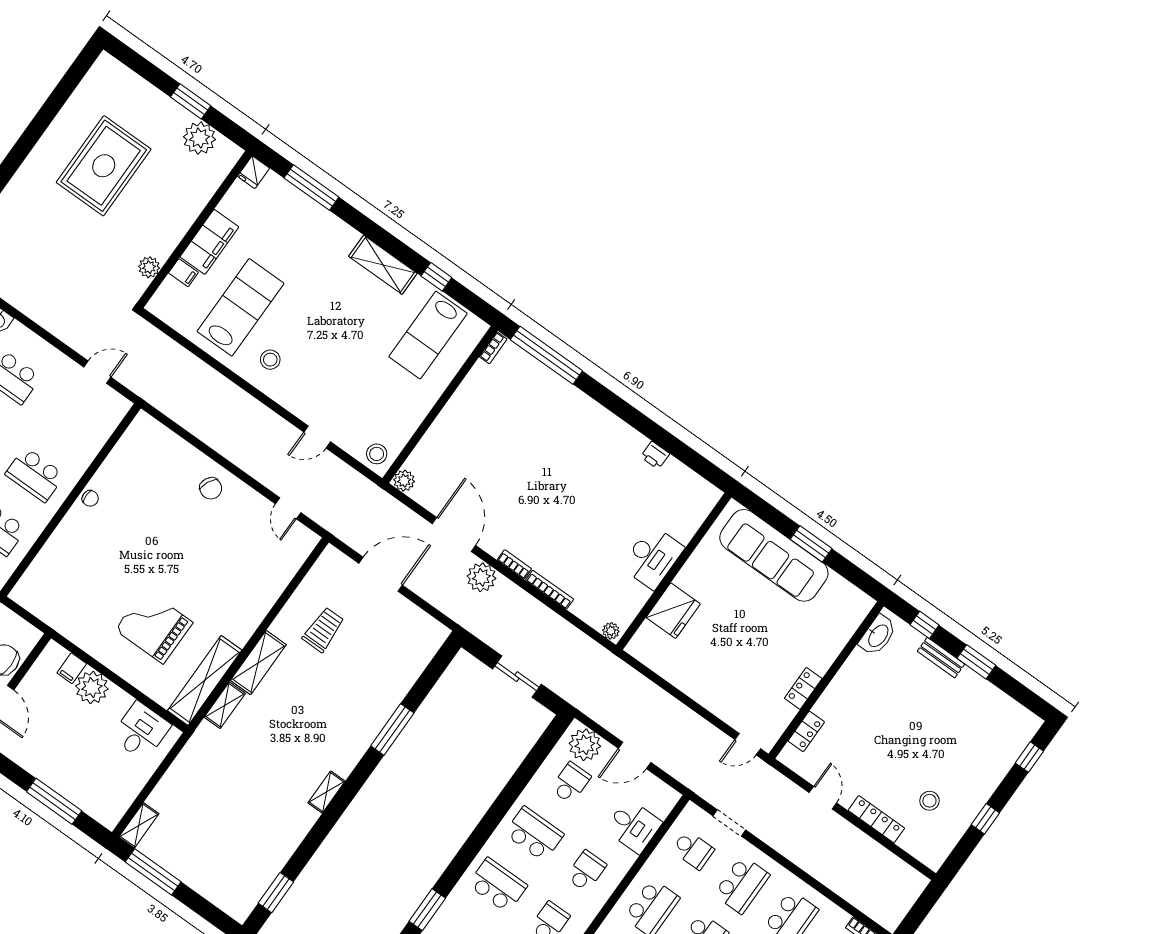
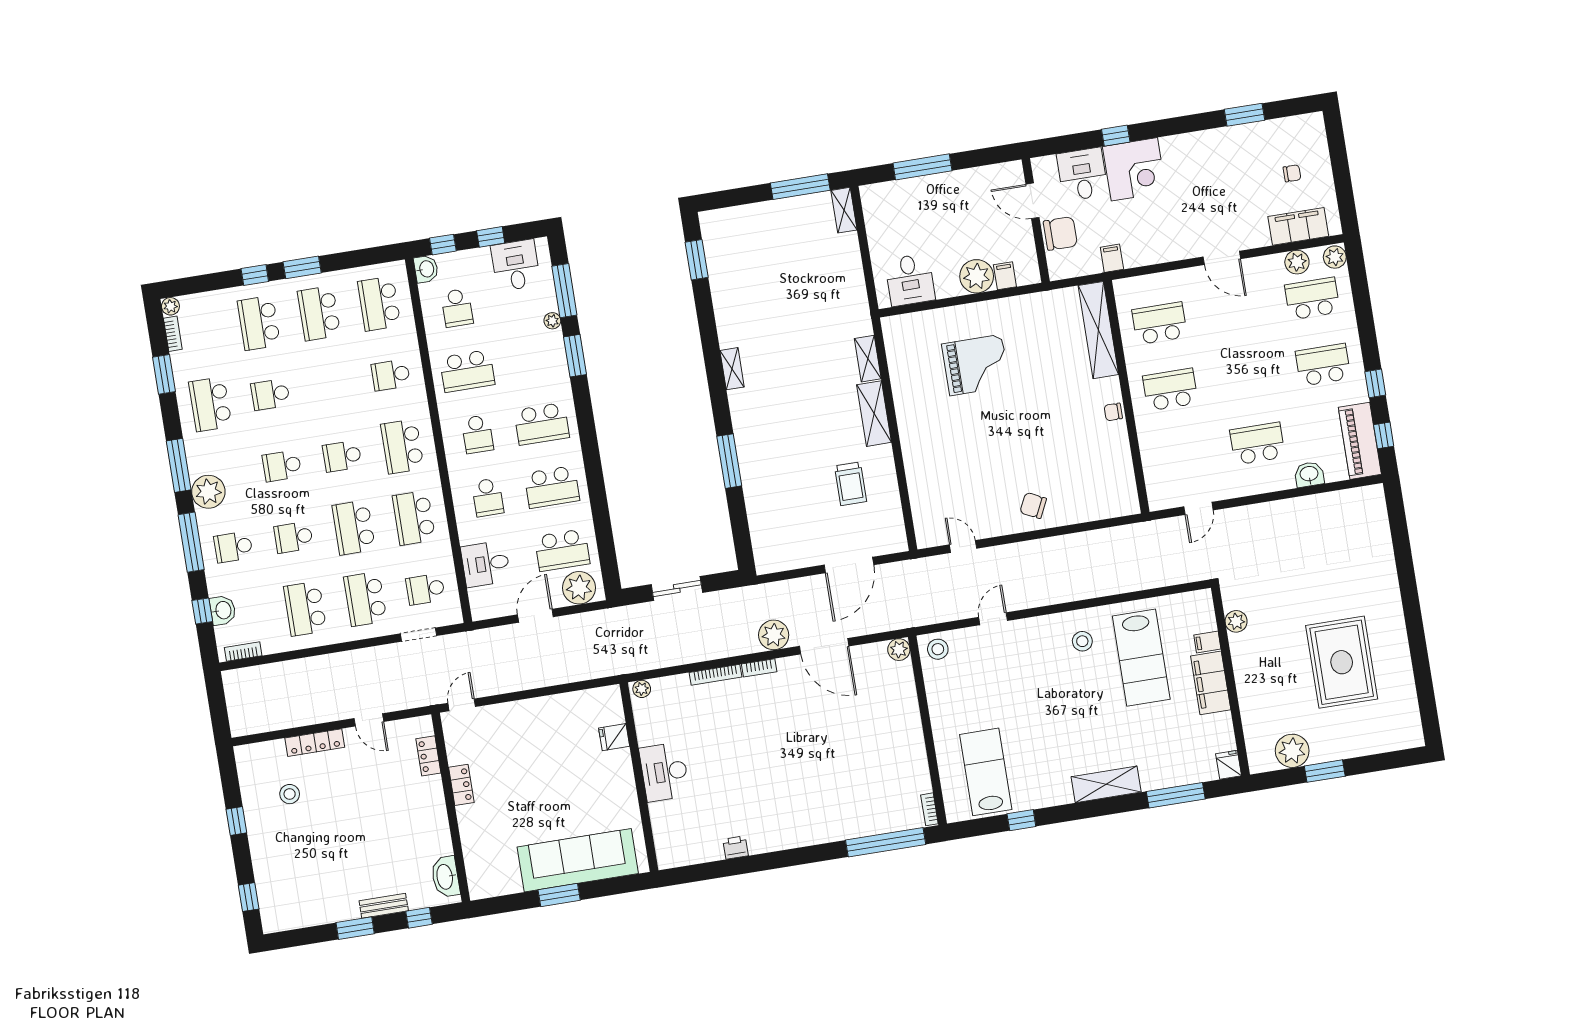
shelving: (383, 265) -> (1106, 784), moved
fridge: (673, 611) -> (614, 737), width x0.53, depth x0.75
shelving: (205, 680) -> (1098, 330), moved
school desk: (571, 783) -> (562, 550), width x1.85

